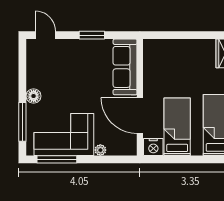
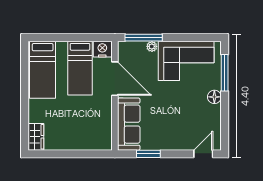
door: (45, 35) -> (203, 154), swing flipped
window: (92, 35) -> (148, 154), moved
window: (57, 159) -> (144, 38), moved

